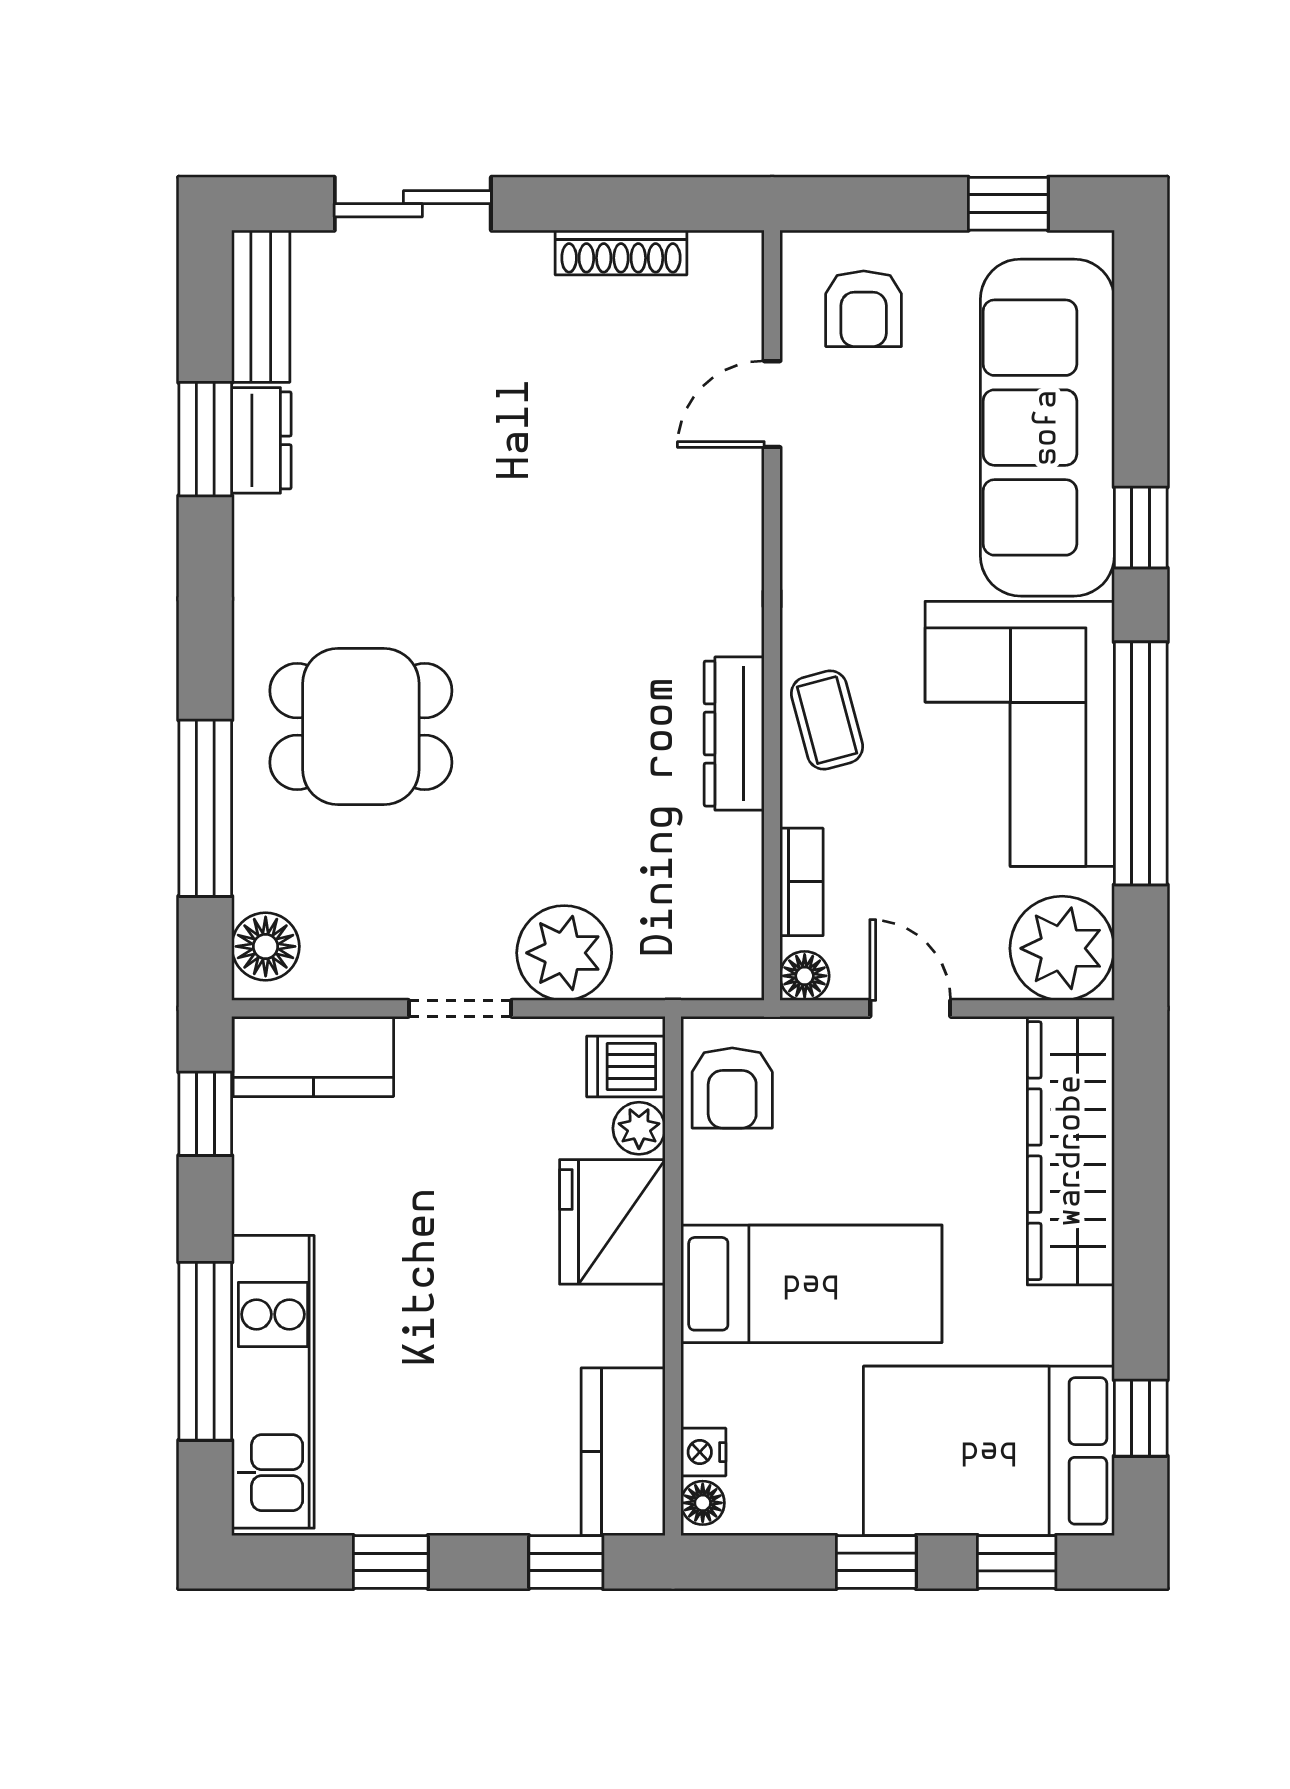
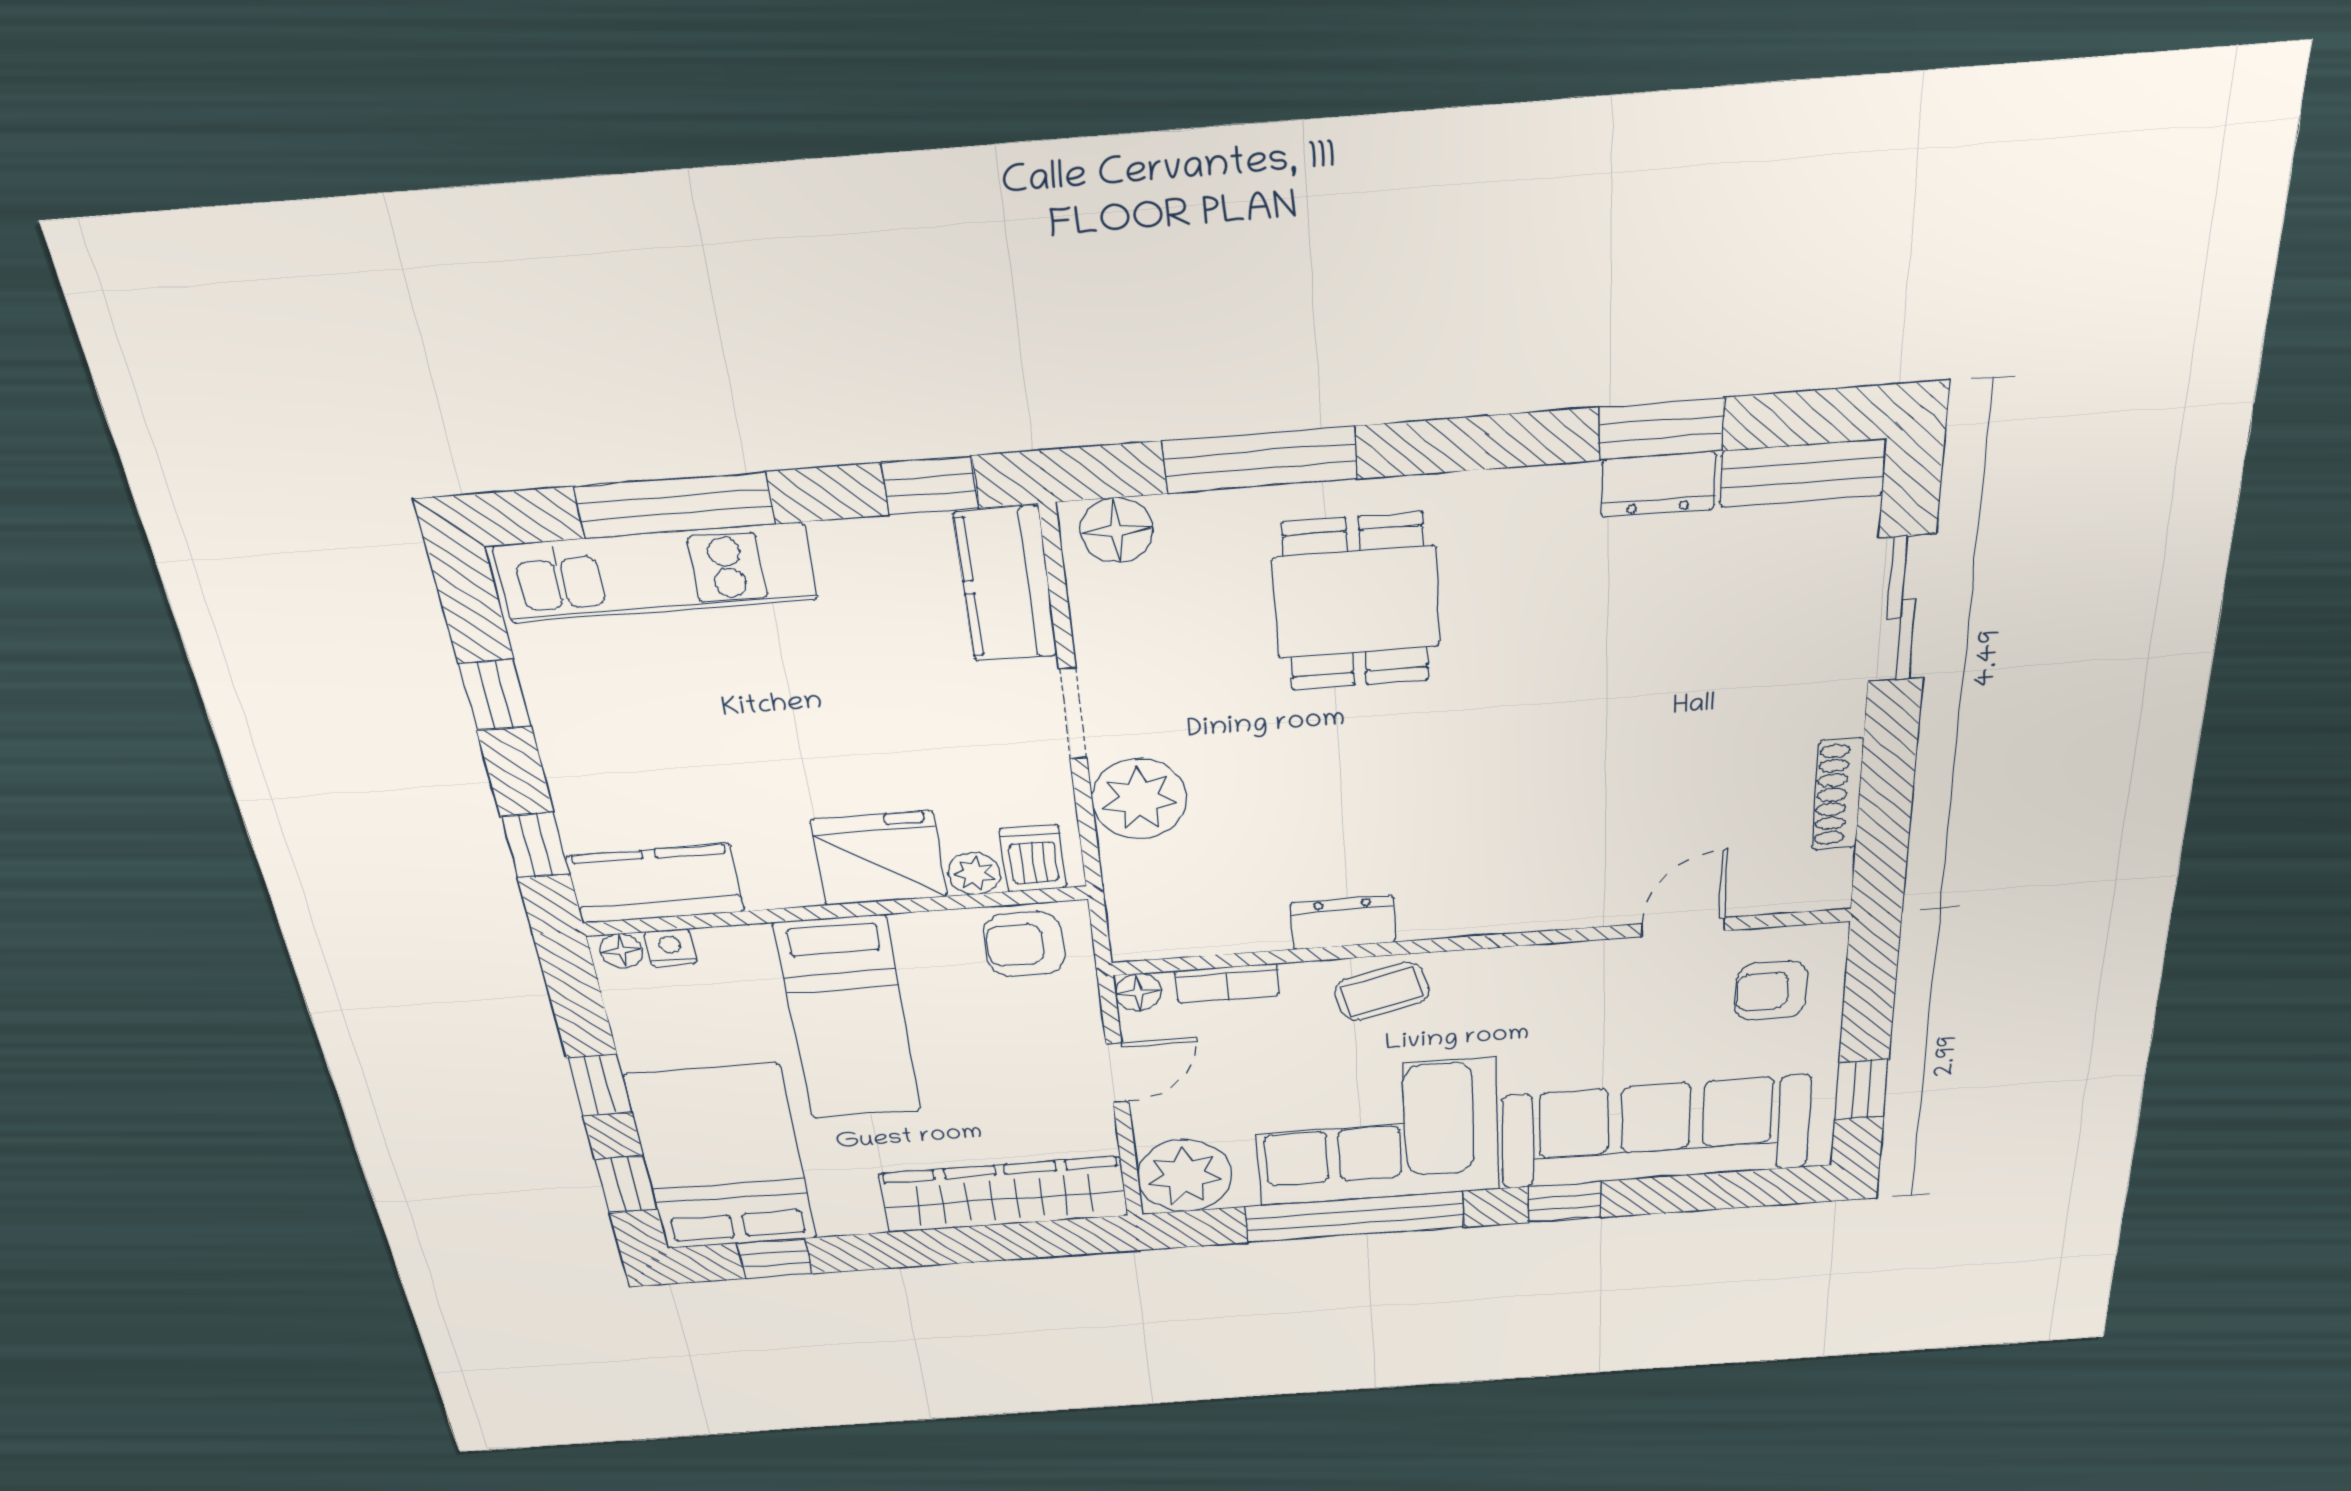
door: (772, 404) -> (1683, 927), hinge flipped
dresser: (734, 734) -> (1343, 923), width x0.70

